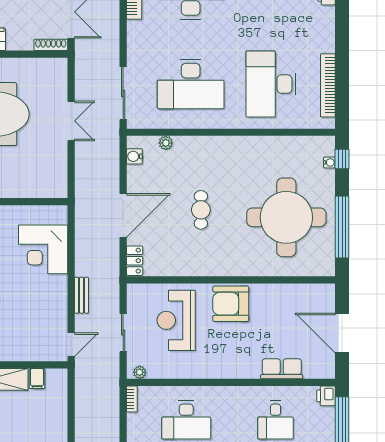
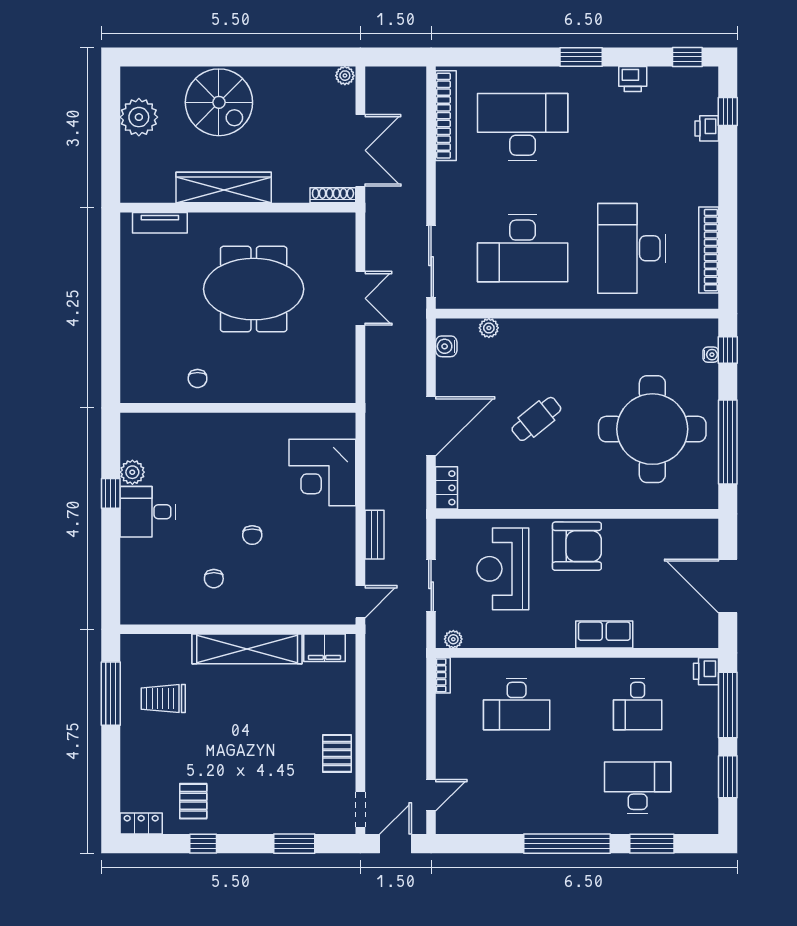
cafe table: (201, 210) -> (536, 419), turned 51
armchair: (231, 304) -> (577, 546), turned 180
row of seats: (282, 369) -> (604, 634), moved
filing cabinet: (37, 379) -> (324, 648), width x2.00

